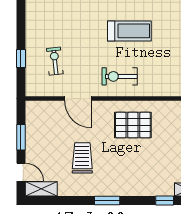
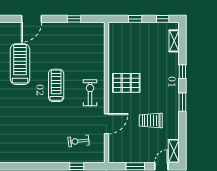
exercise bike: (120, 76) -> (90, 93), turned 180
pallet: (133, 125) -> (126, 83), turned 90
window: (165, 200) -> (182, 72), moved

